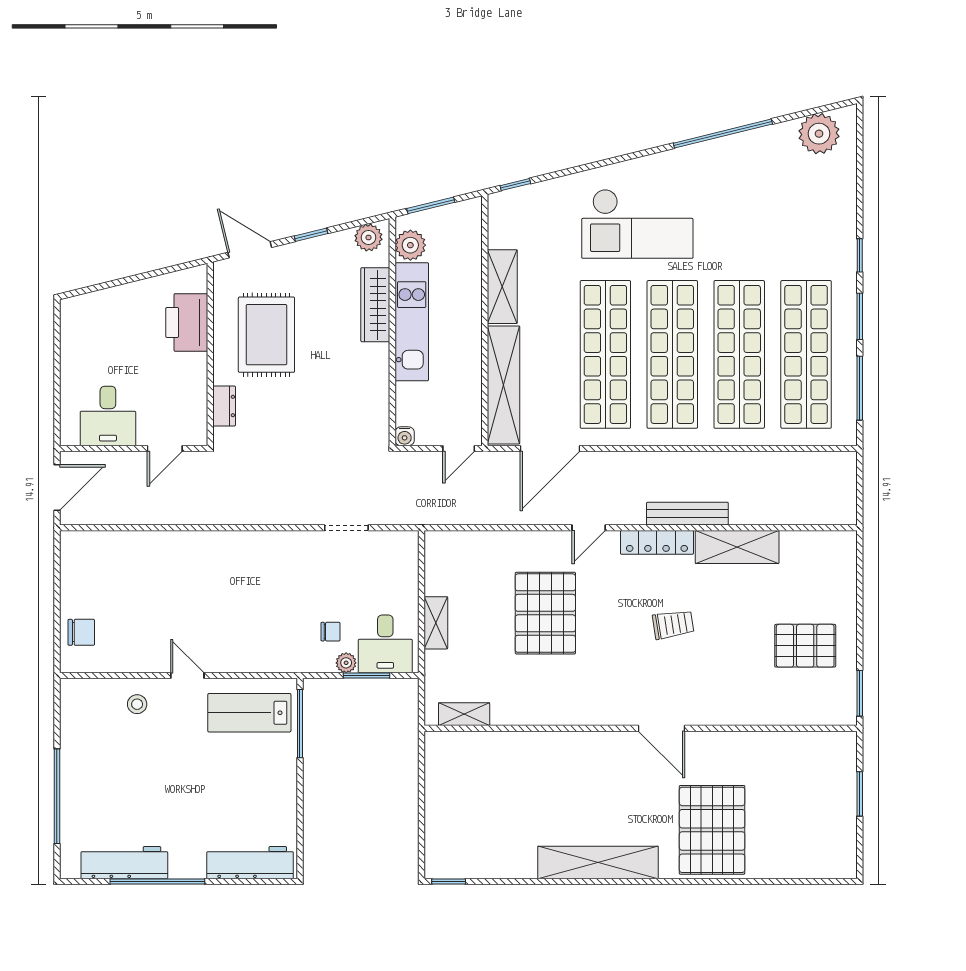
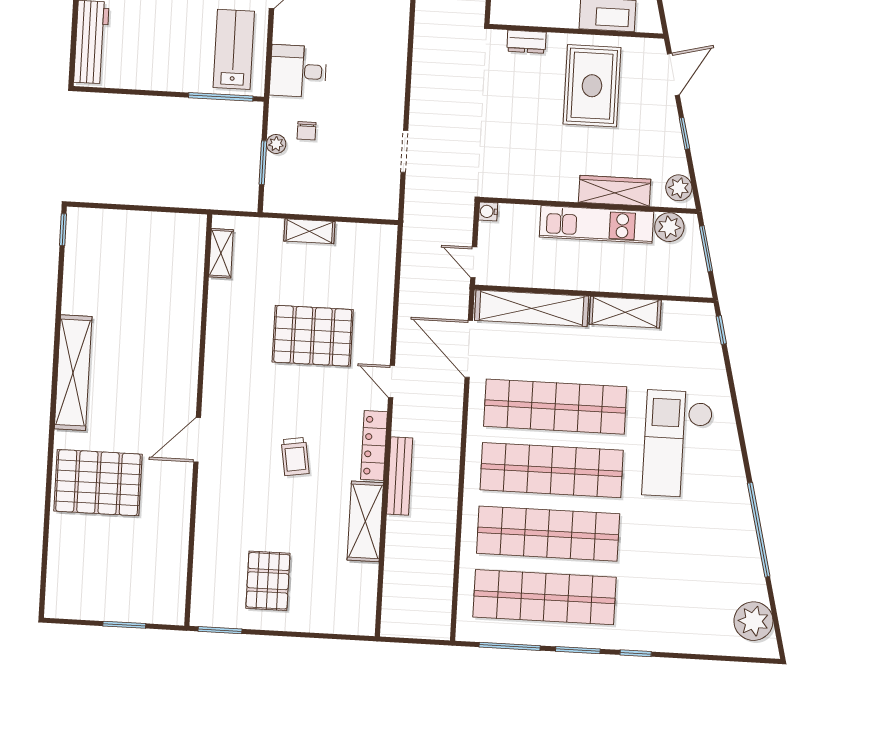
rug: (266, 335) -> (592, 86), turned 90
desk: (385, 644) -> (298, 71), moved

